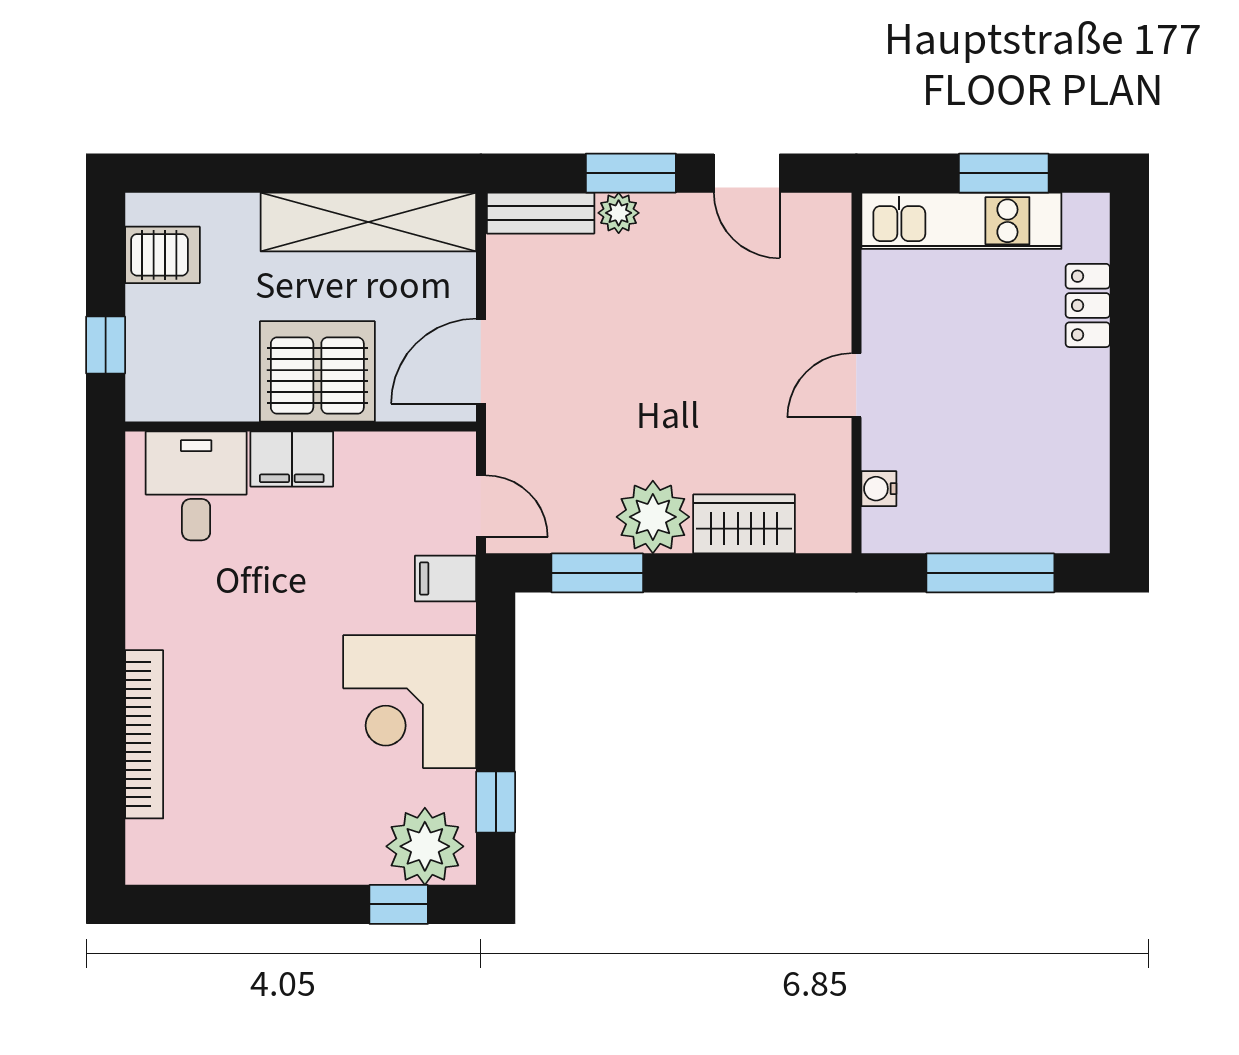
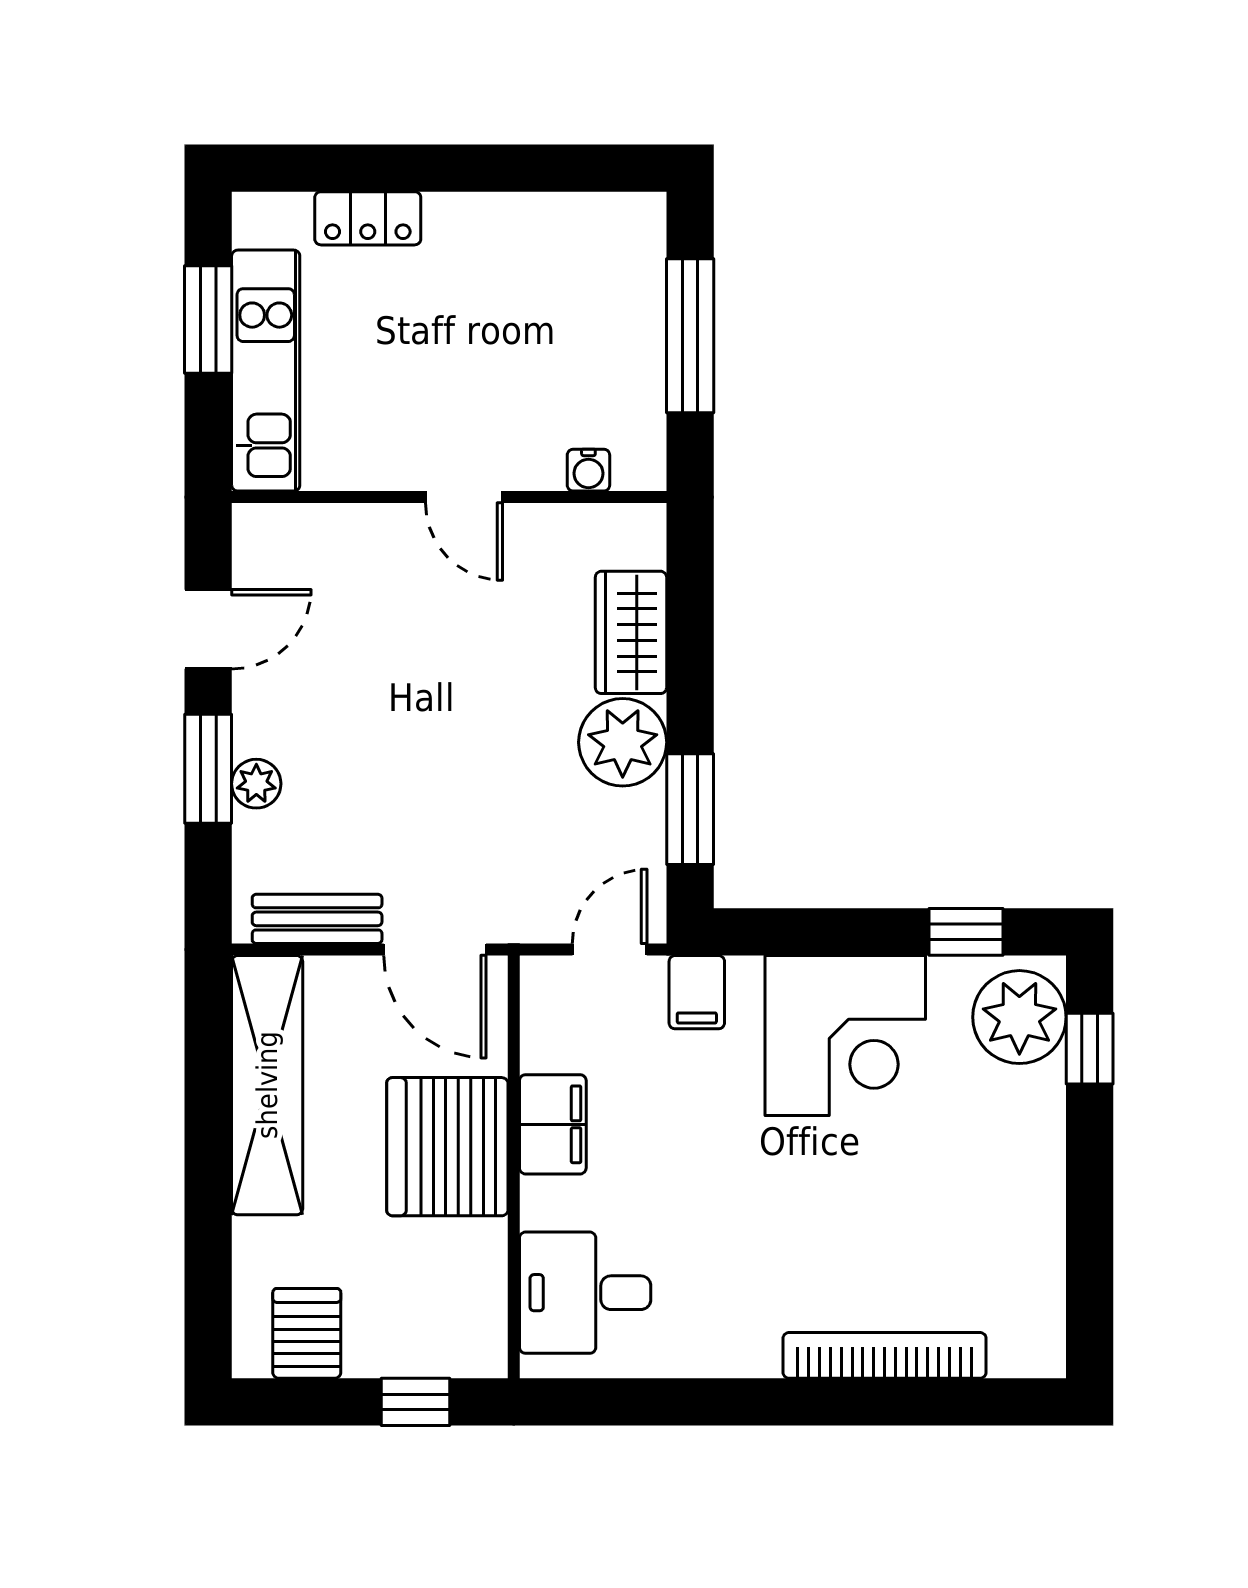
bench: (541, 213) -> (317, 919), moved, turned 90
filing cabinet: (292, 459) -> (553, 1124), moved

